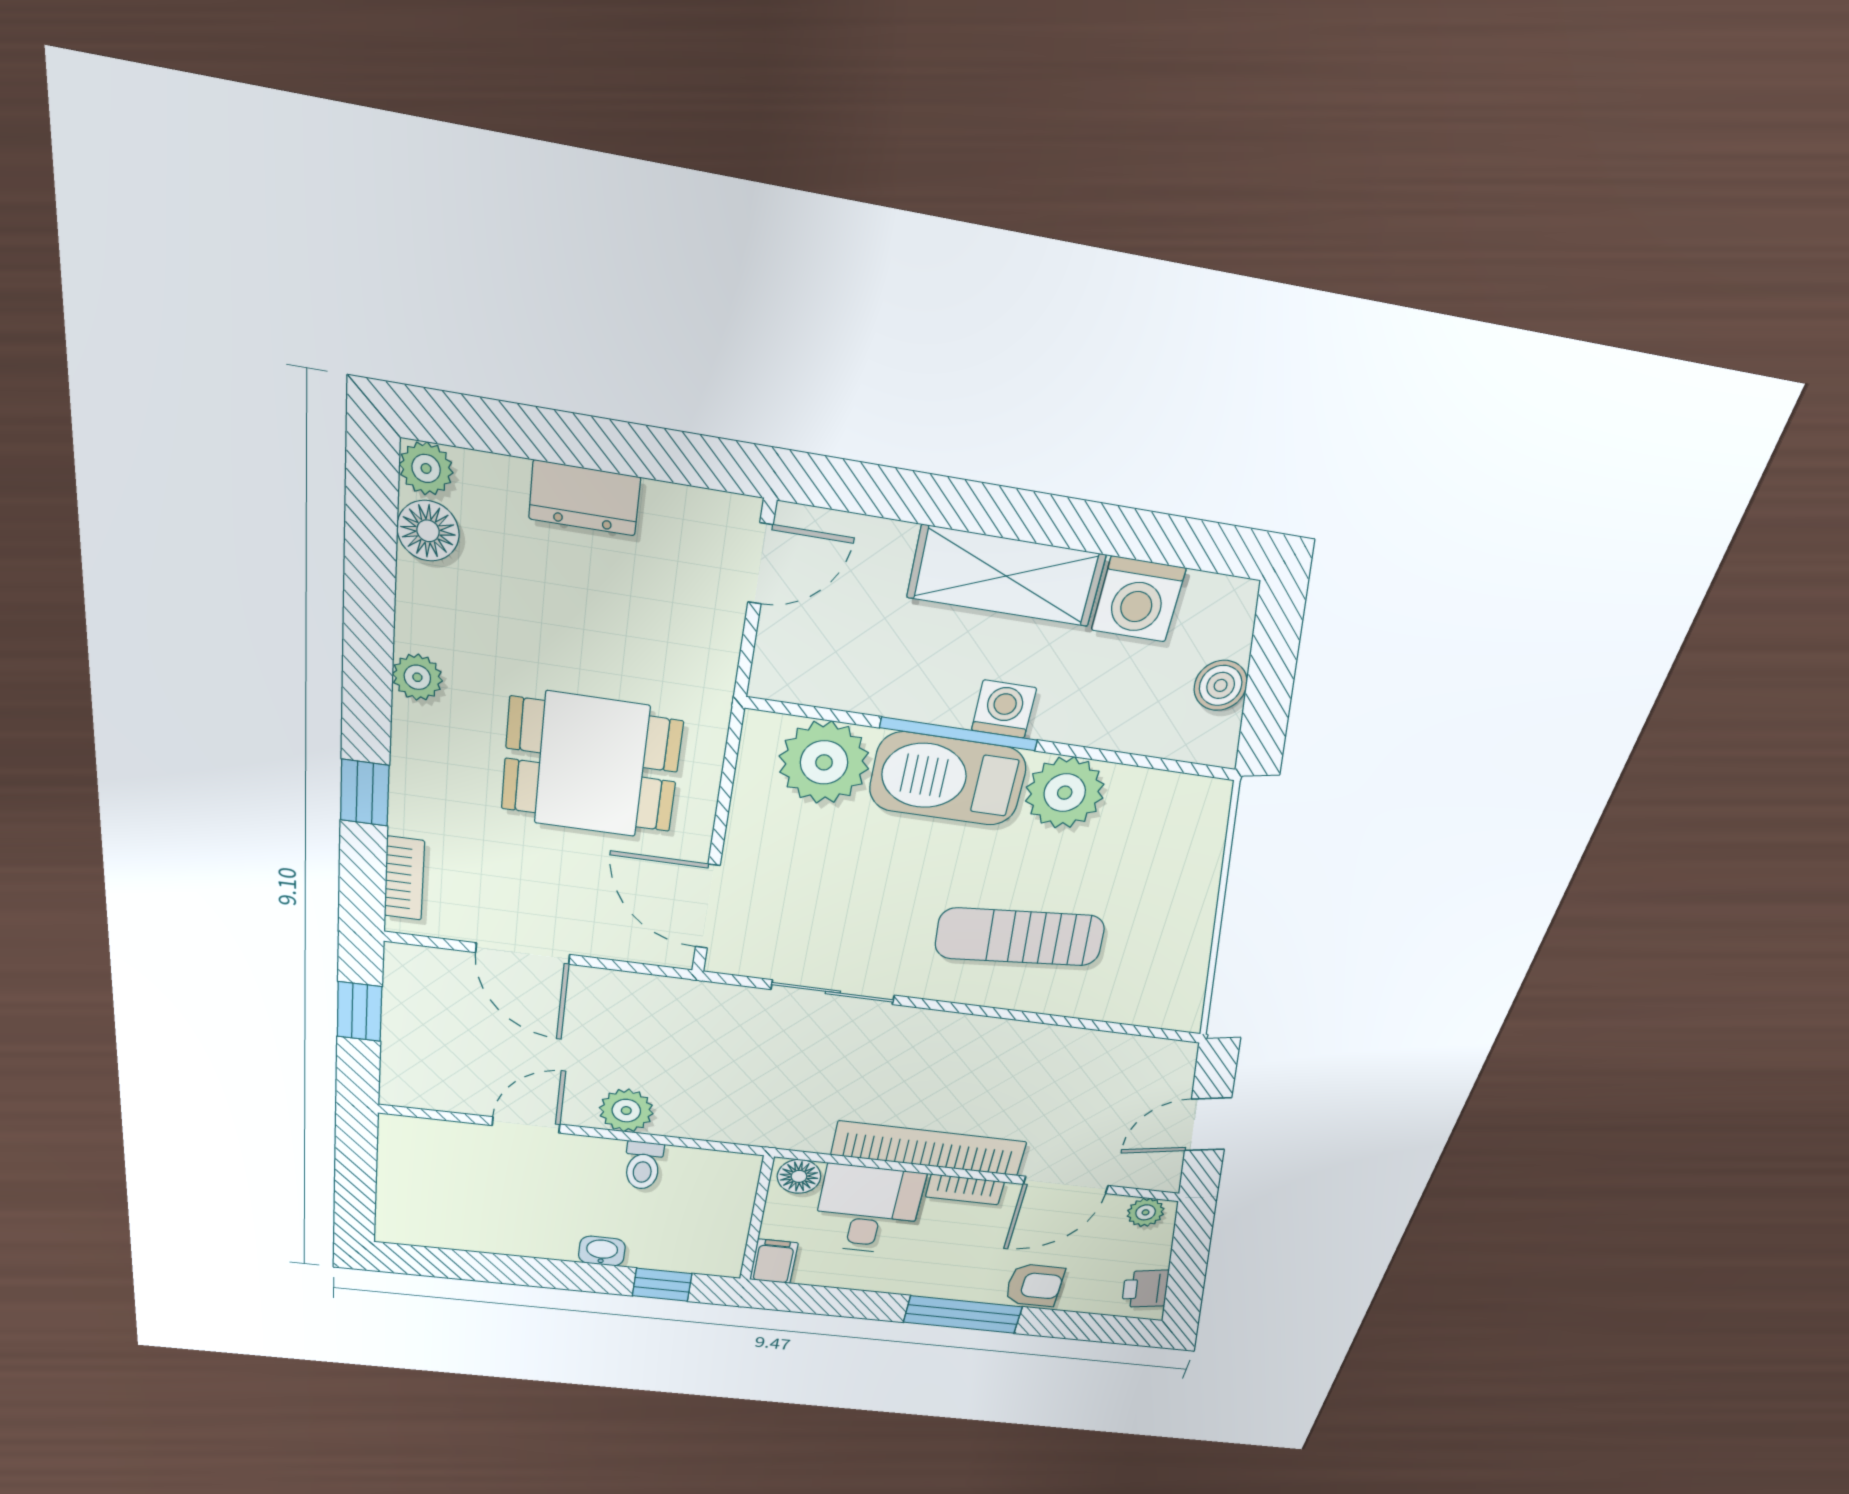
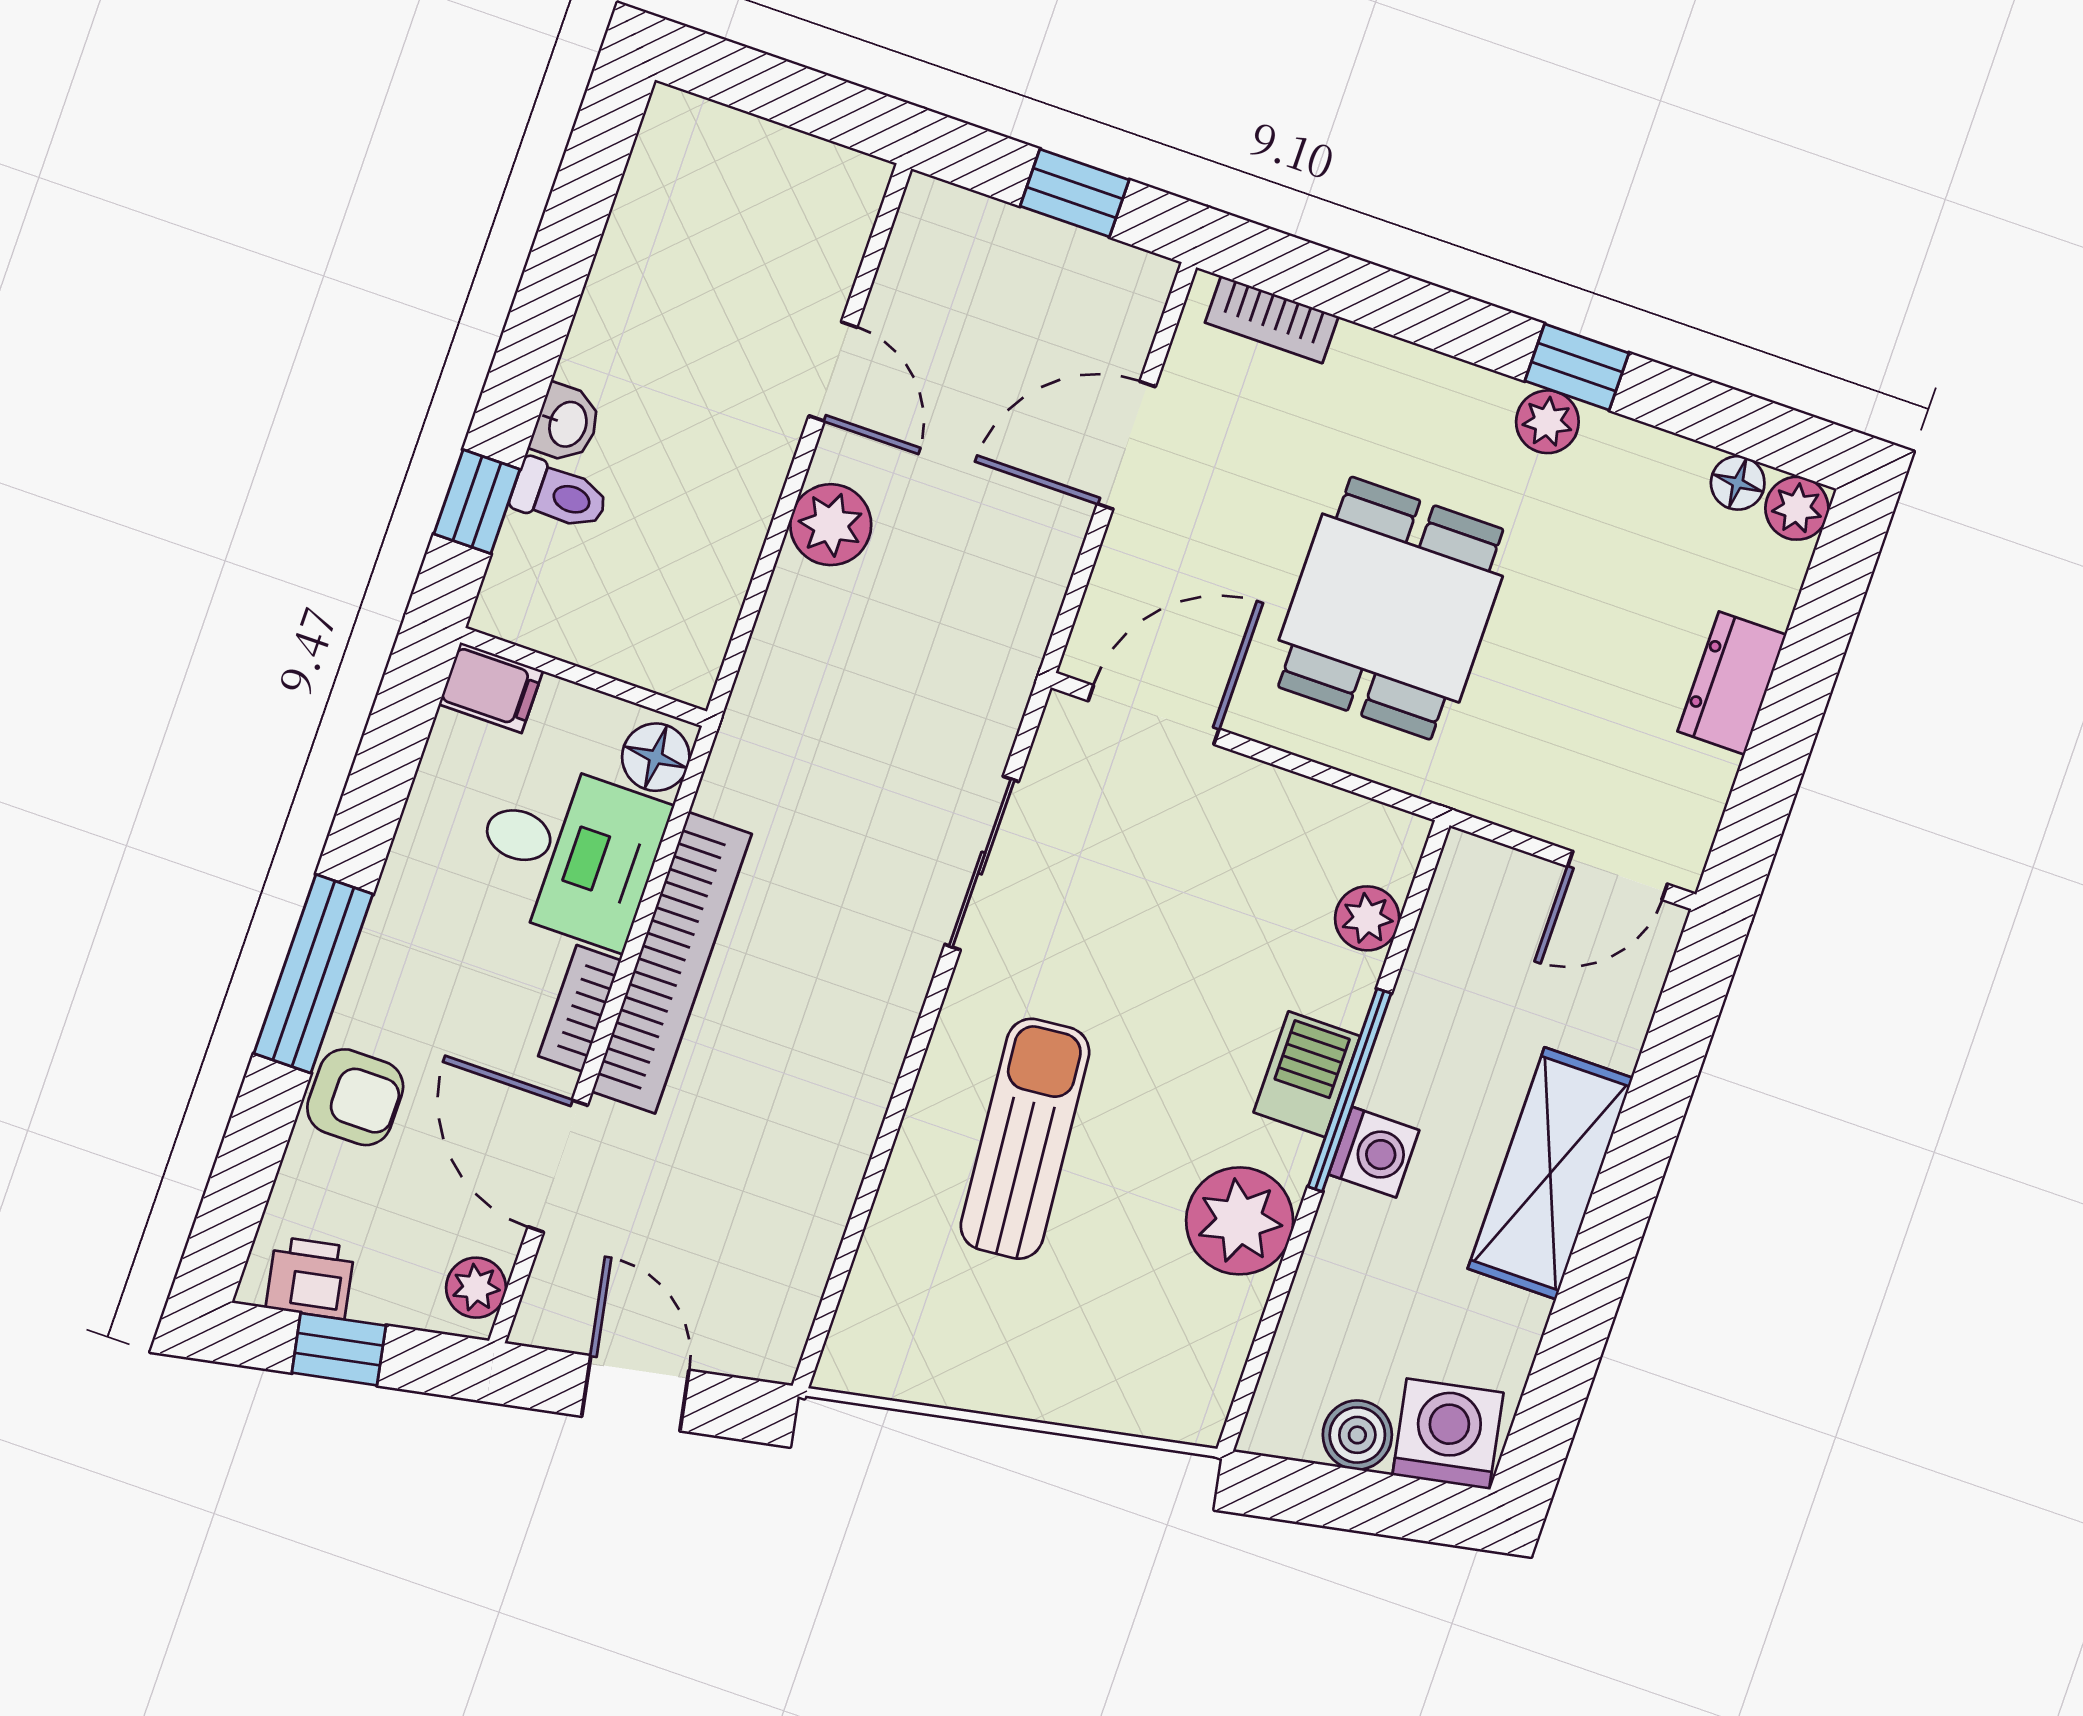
floor lamp: (428, 531) -> (1738, 483), width x0.73, depth x0.73
door: (760, 564) -> (1617, 875), hinge flipped
washing machine: (1138, 599) -> (1448, 1434), moved, turned 79
plant: (824, 762) -> (1367, 918), width x0.53, depth x0.53
barbecue: (948, 779) -> (1307, 1074), width x0.53, depth x0.65
window: (365, 793) -> (1577, 367), moved
toilet: (643, 1166) -> (559, 495), moved, turned 180
window: (1188, 1270) -> (339, 1349), added
armchair: (1034, 1285) -> (355, 1097), turned -90

